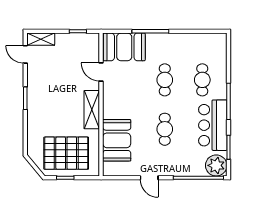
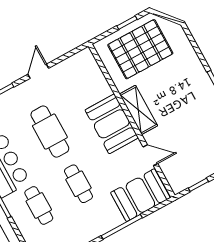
cafe table: (165, 129) -> (50, 132), width x1.37, depth x1.35
booth: (117, 140) -> (112, 124), moved
door: (149, 178) -> (38, 71), hinge flipped

